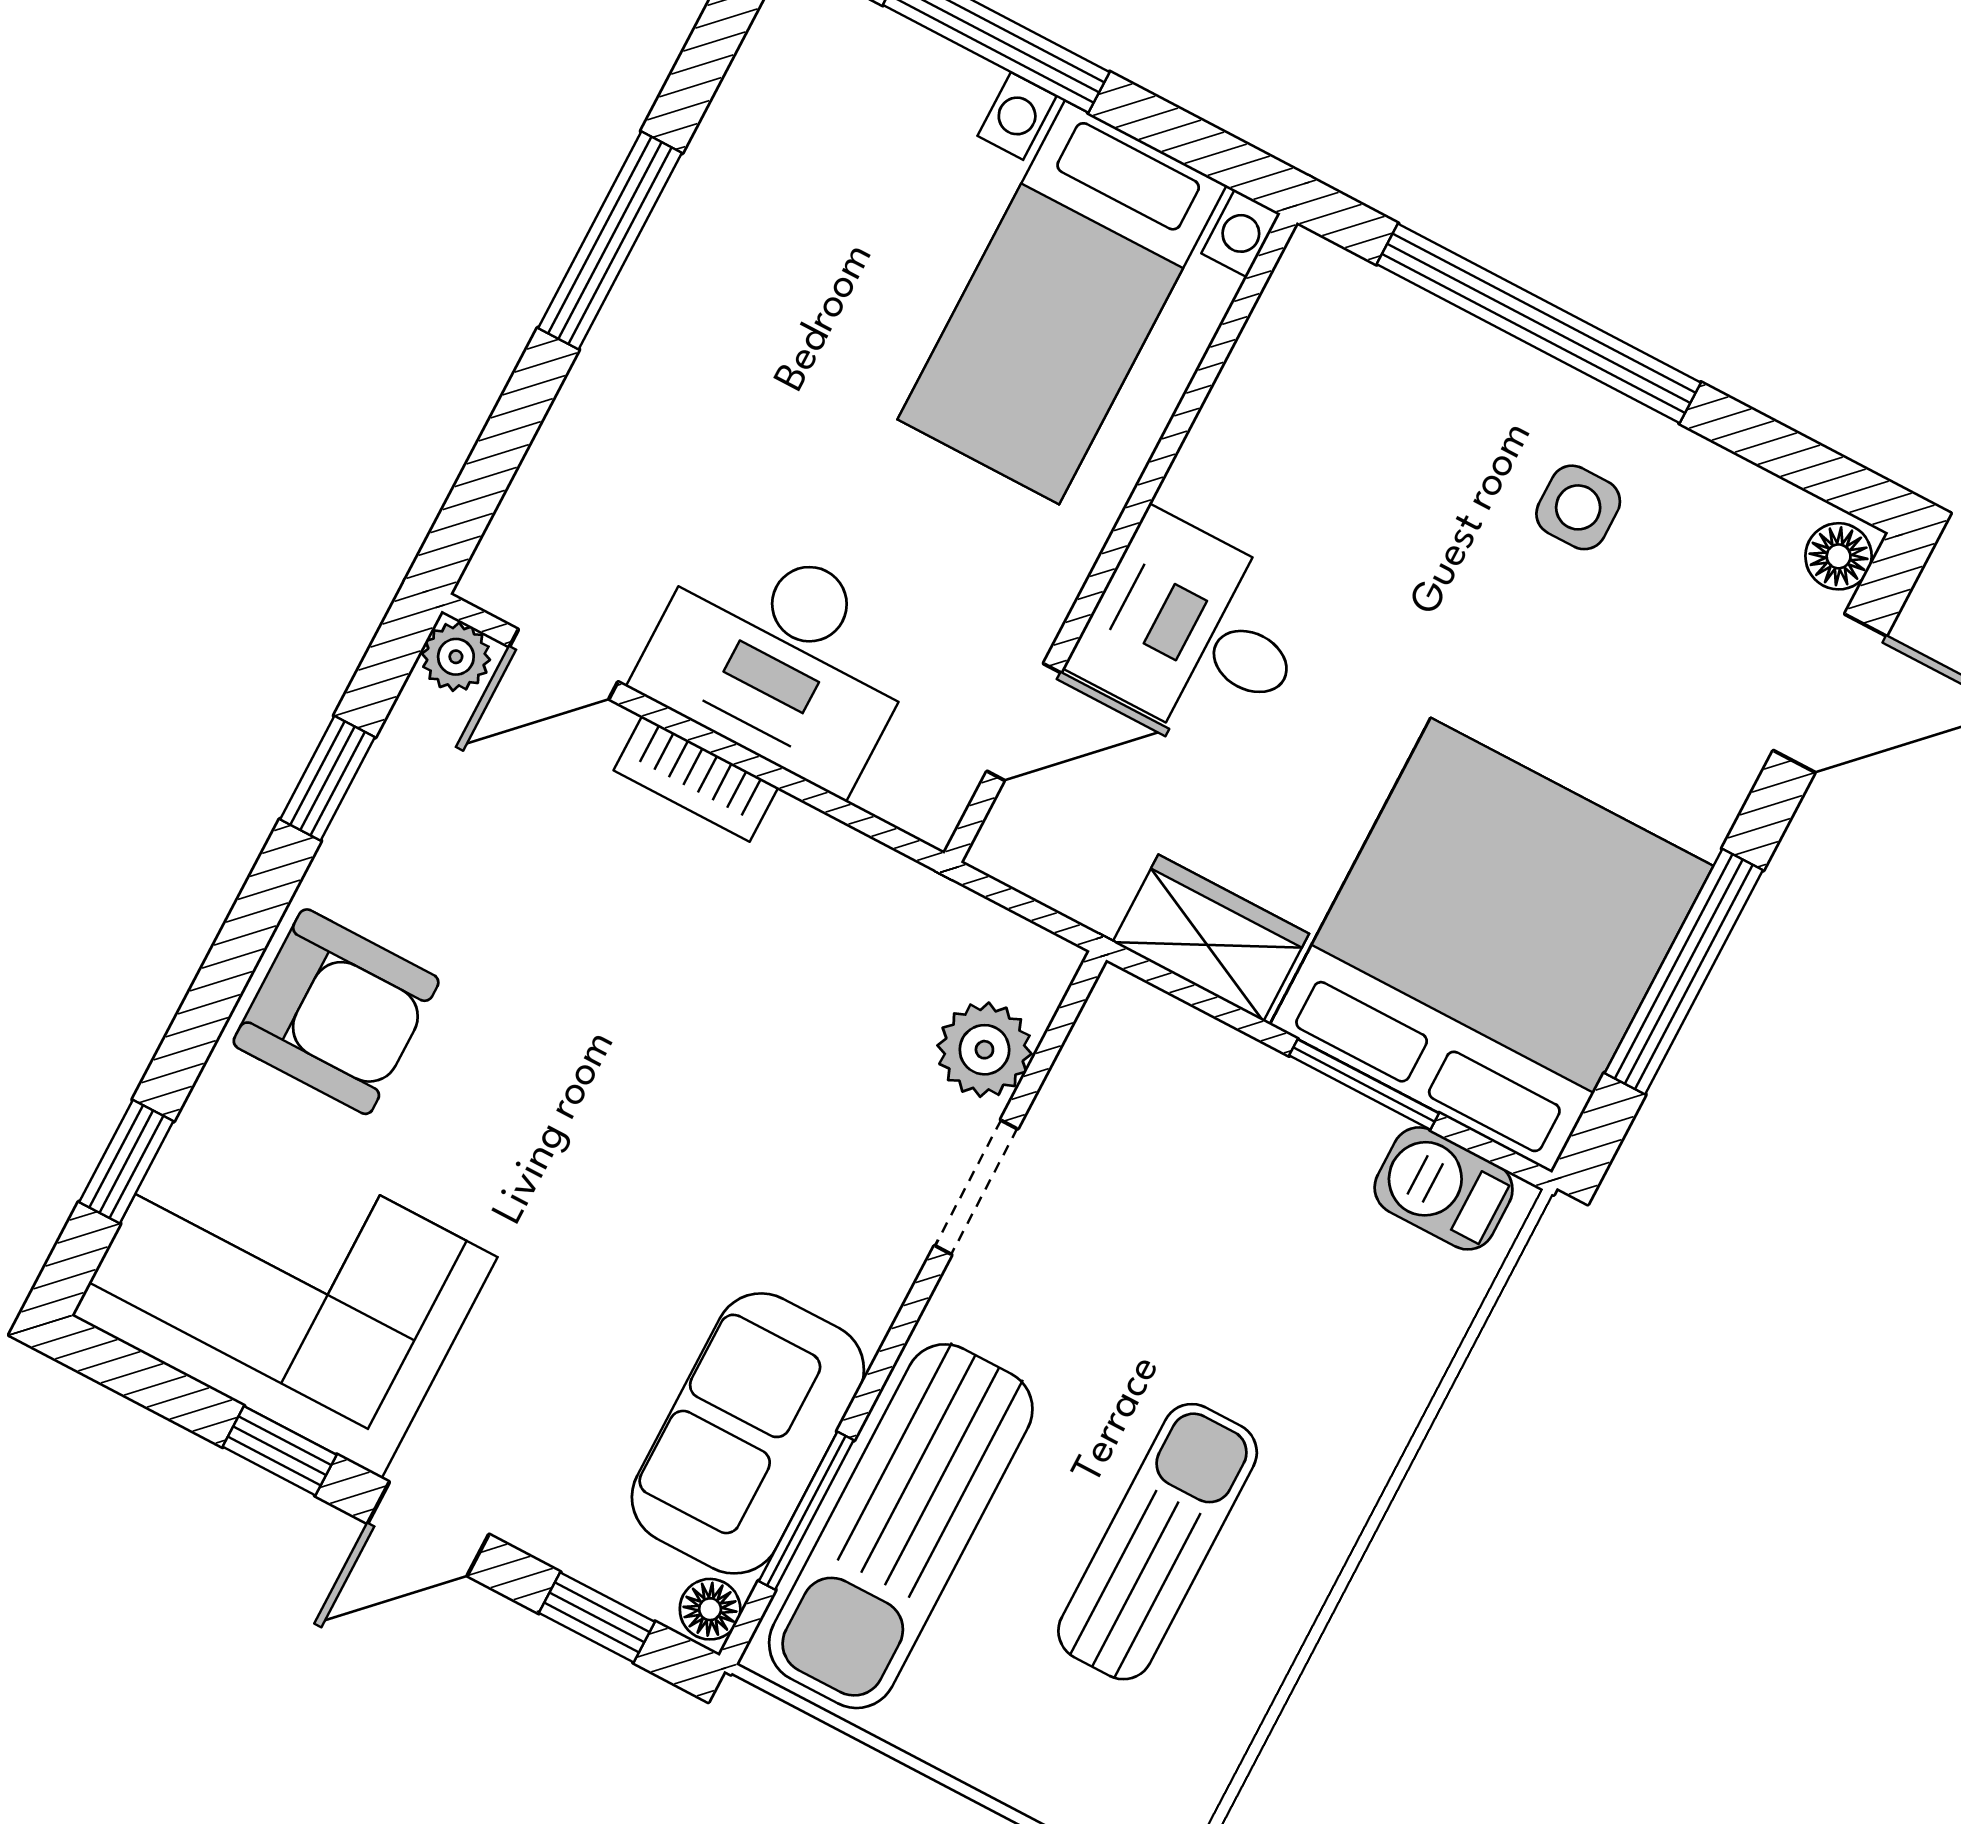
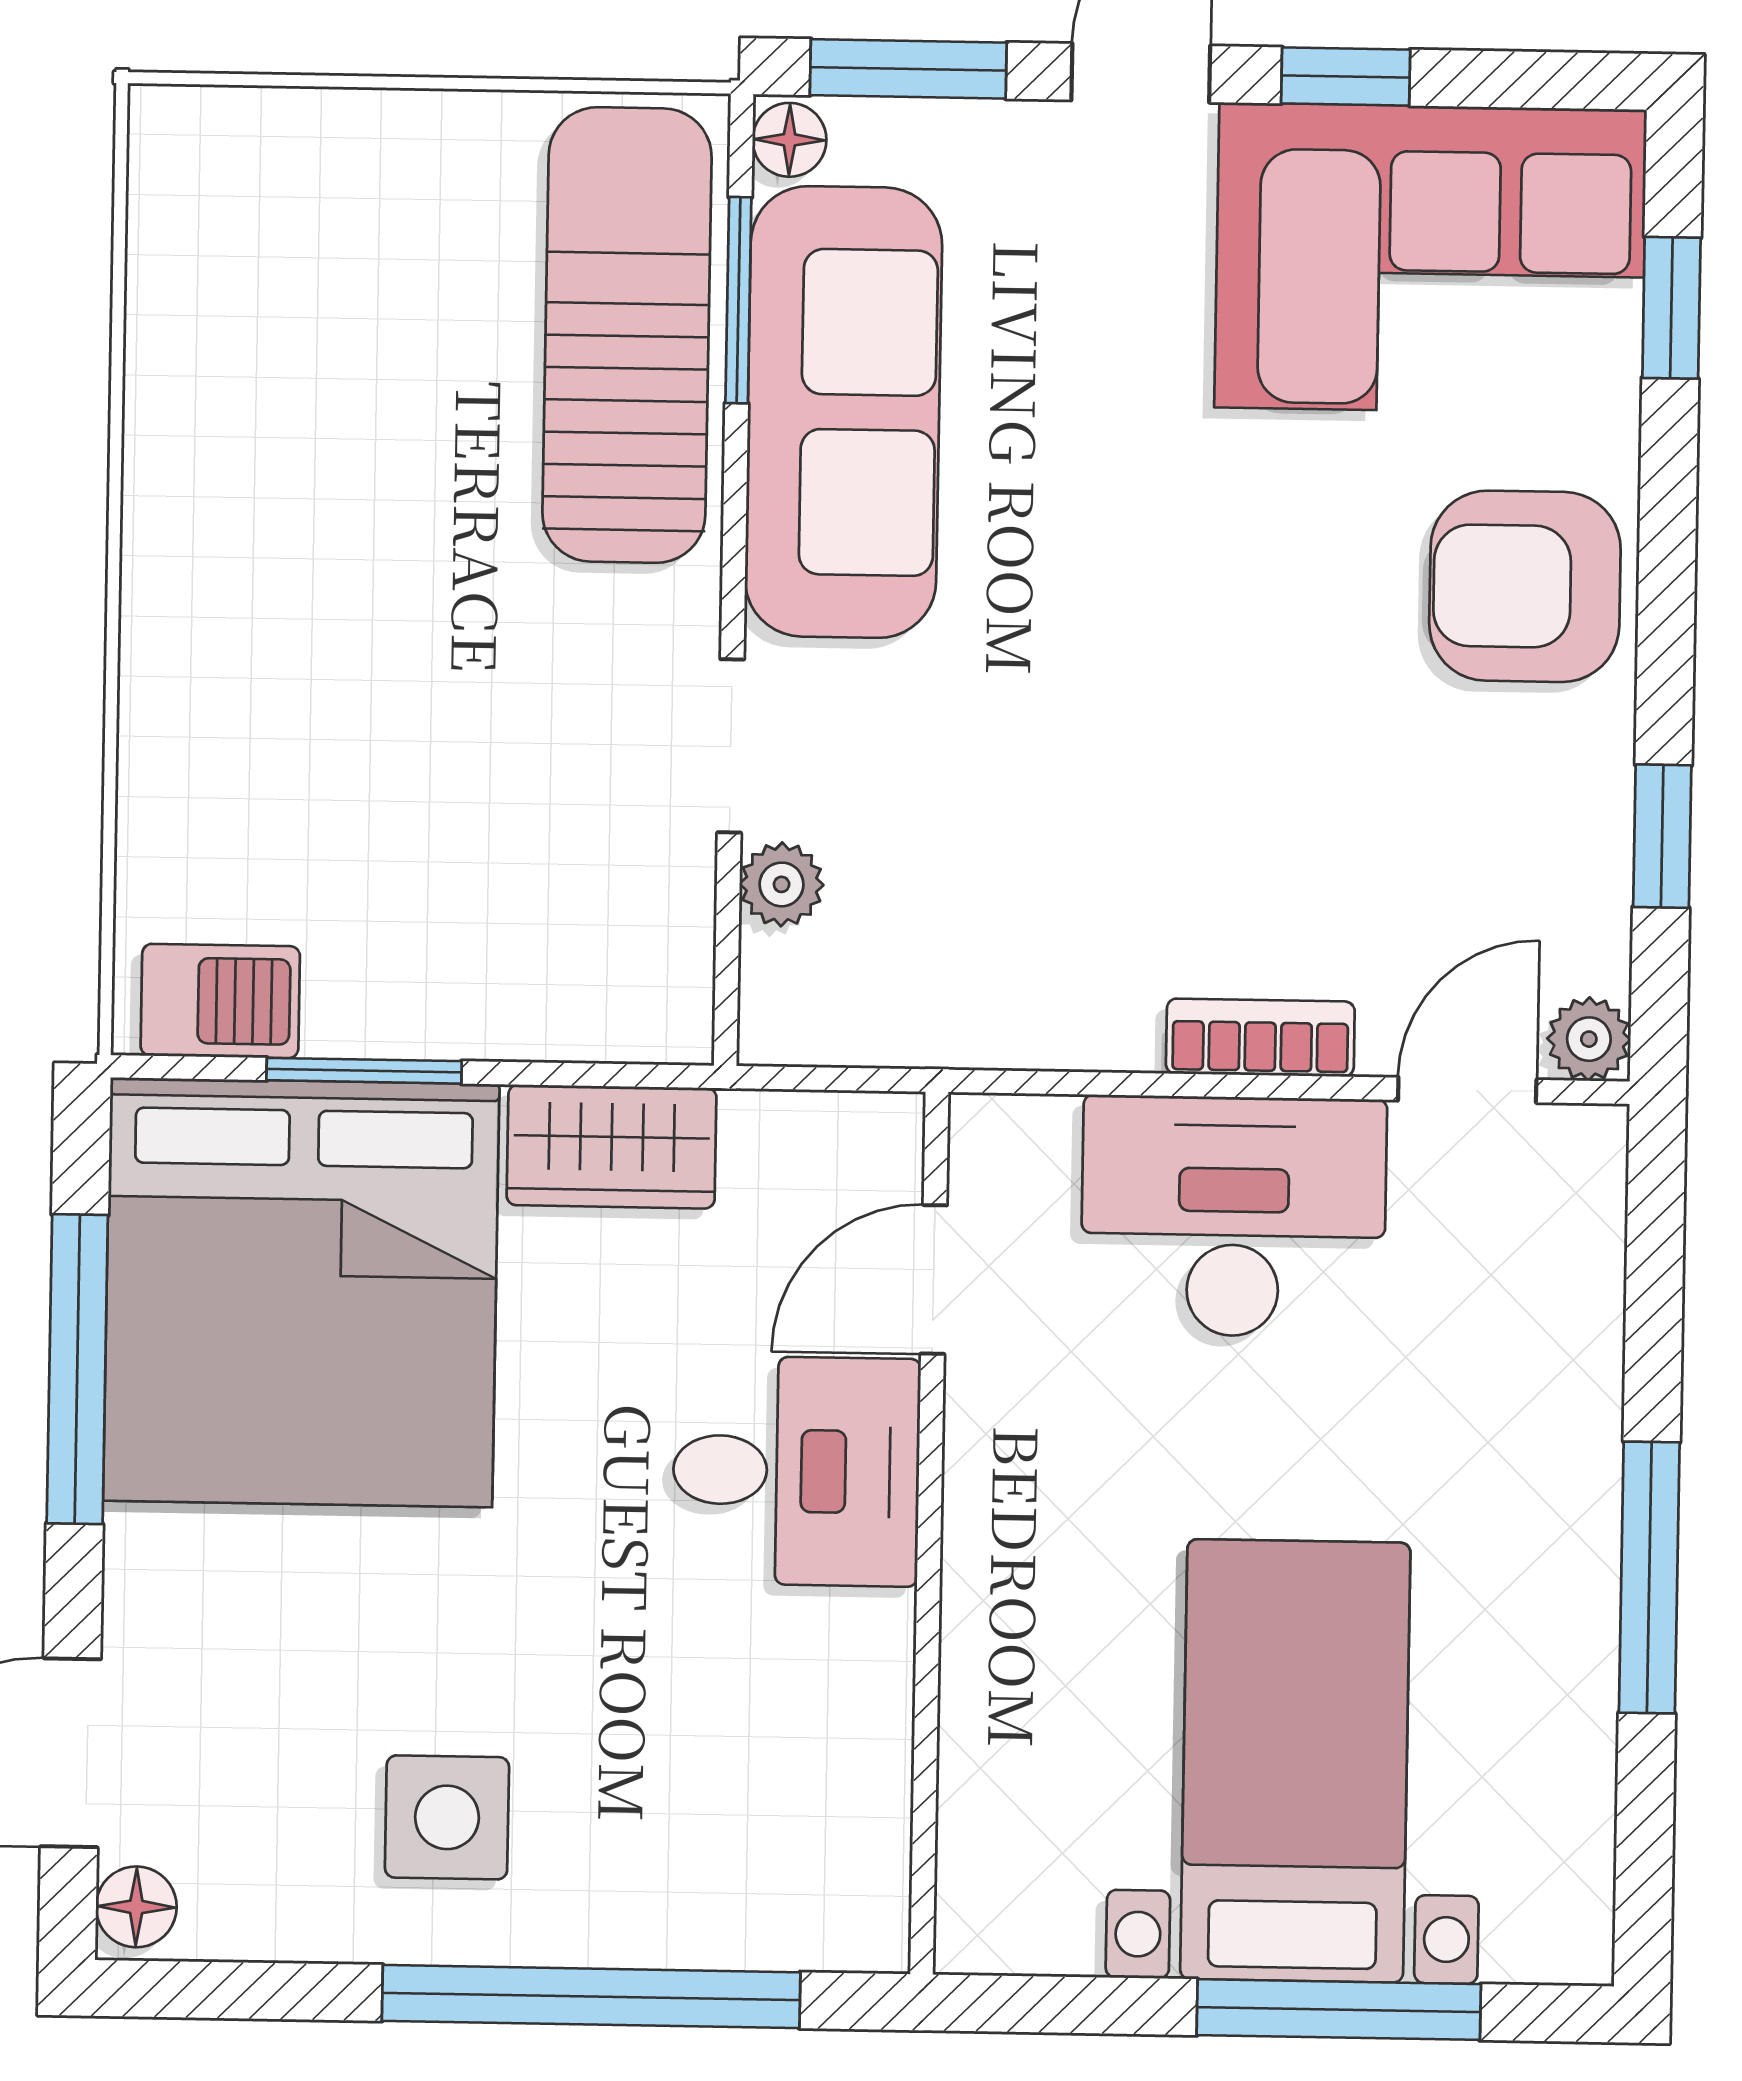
bed with nightstands: (1062, 302) -> (1295, 1761), moved
side table: (1578, 507) -> (447, 1817), width x1.37, depth x1.37
plant: (984, 1050) -> (782, 884), width x0.73, depth x0.73
sofa: (748, 1433) -> (843, 412), width x1.36
sun lounger: (1158, 1542) -> (338, 459), removed
window: (597, 1617) -> (908, 69), width x1.50

